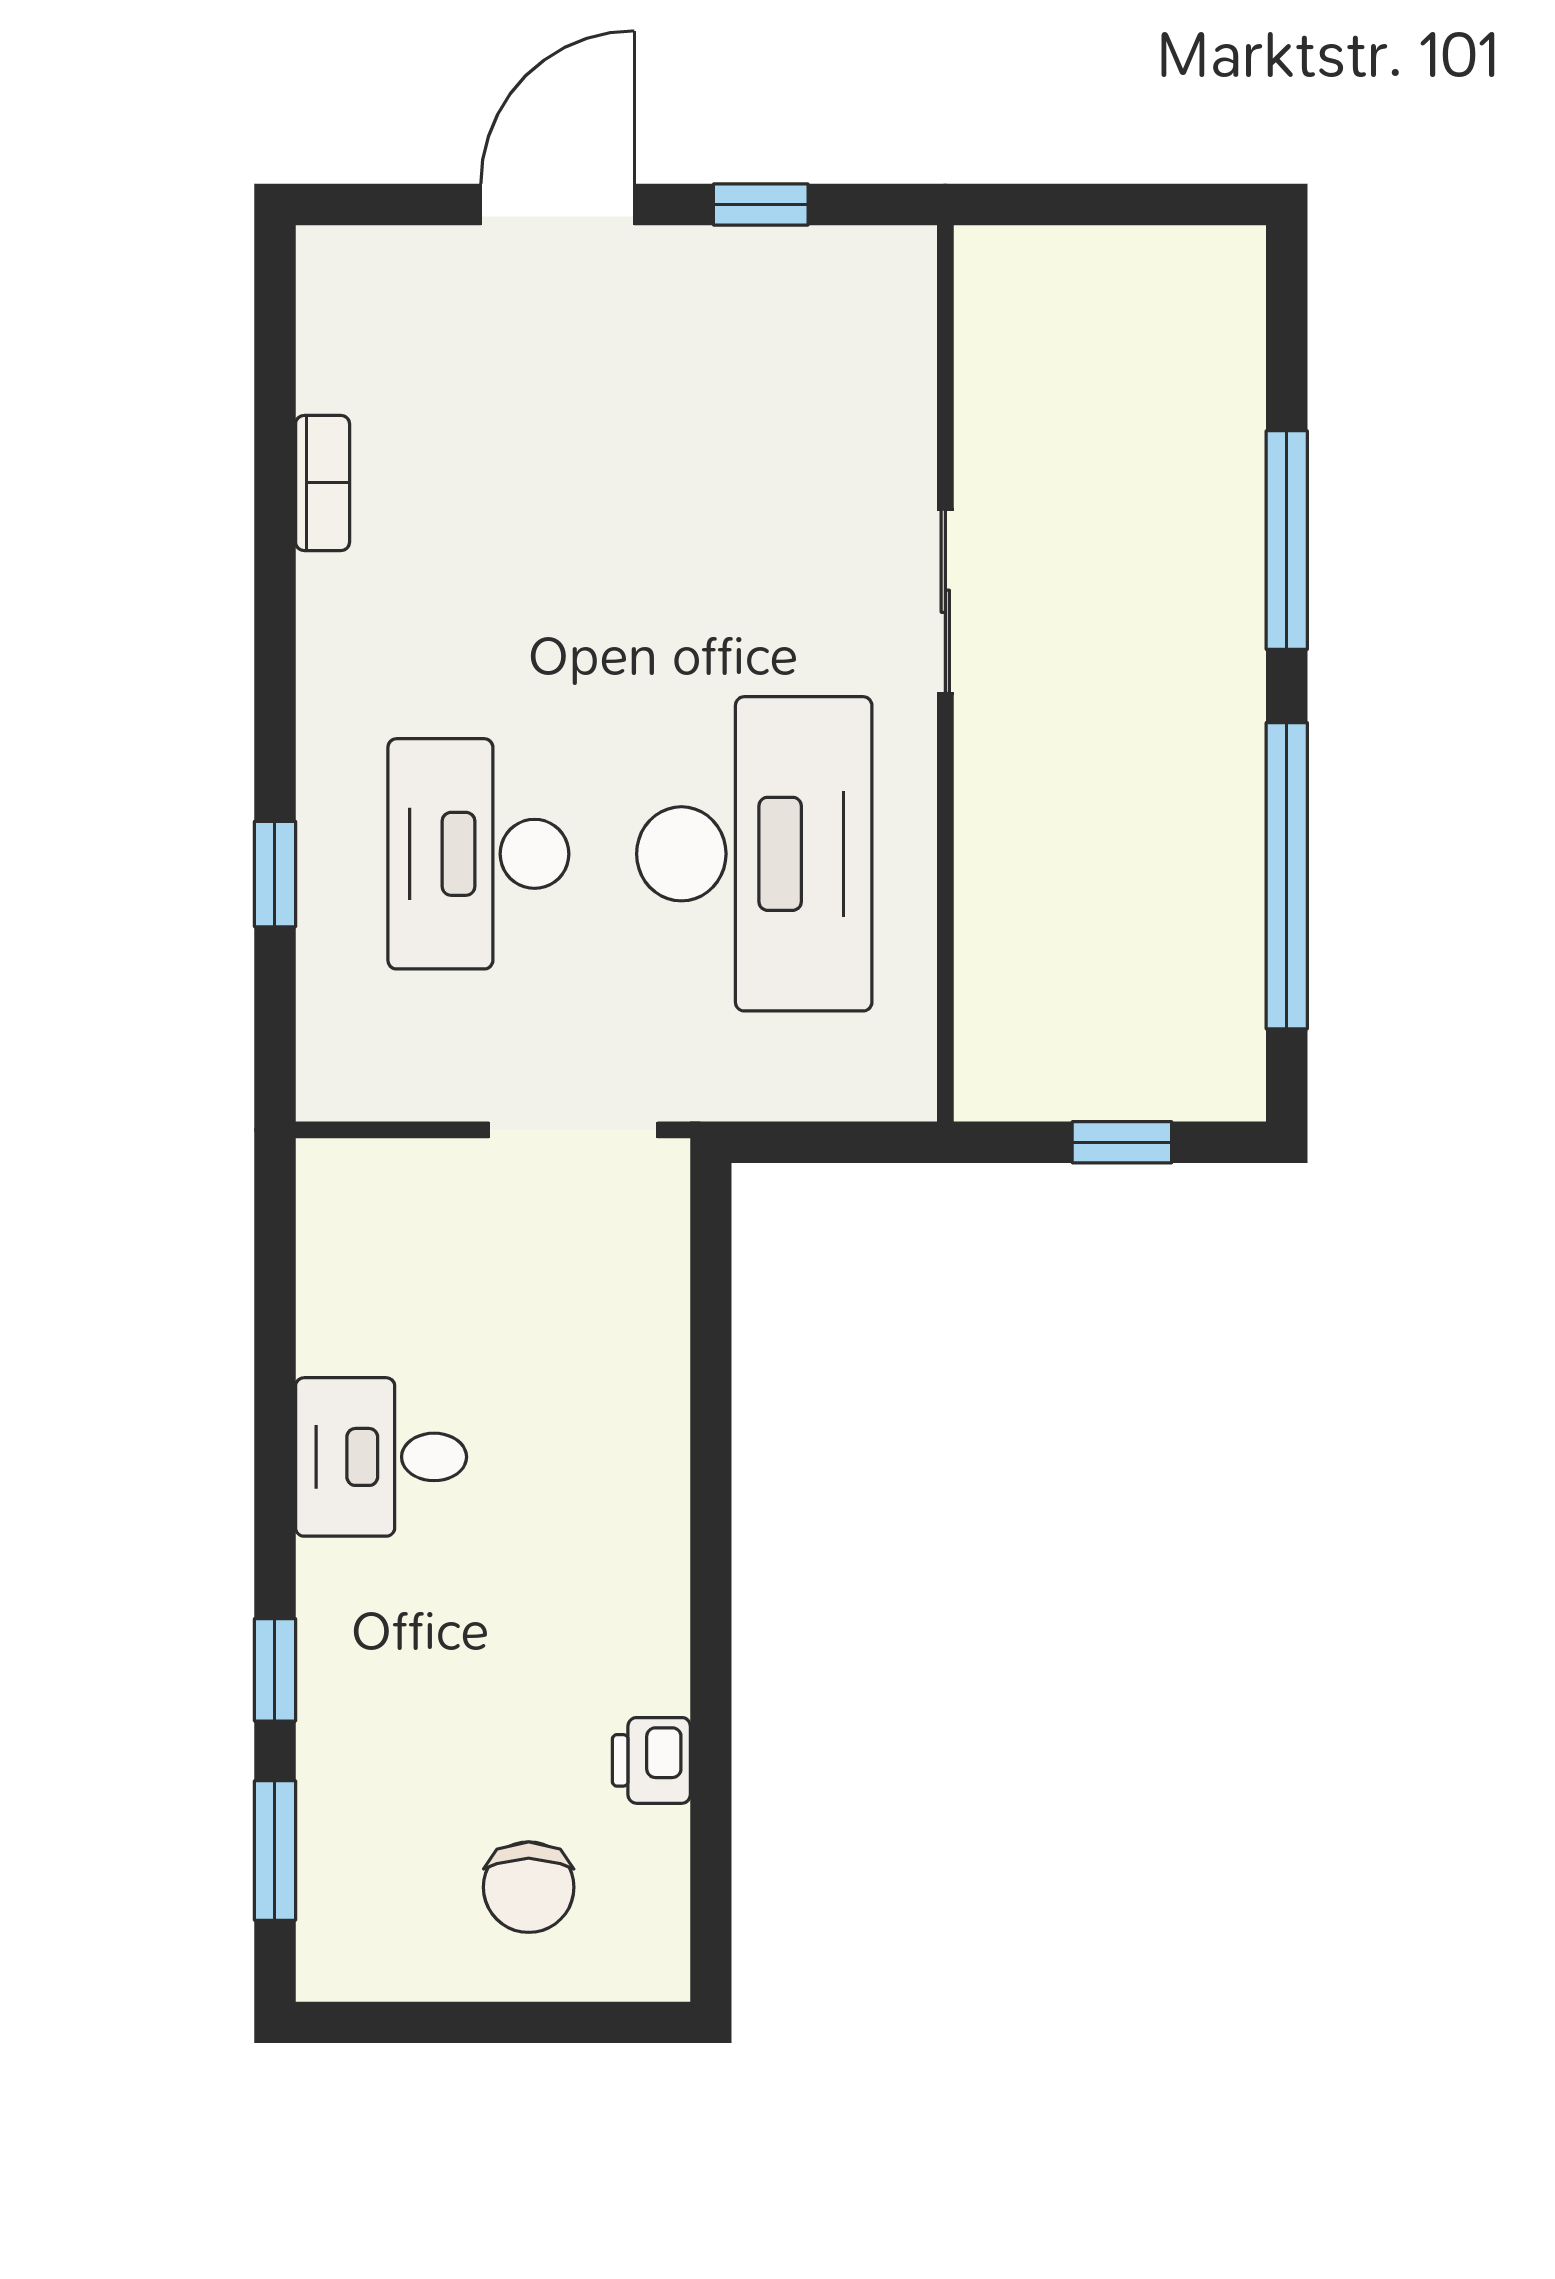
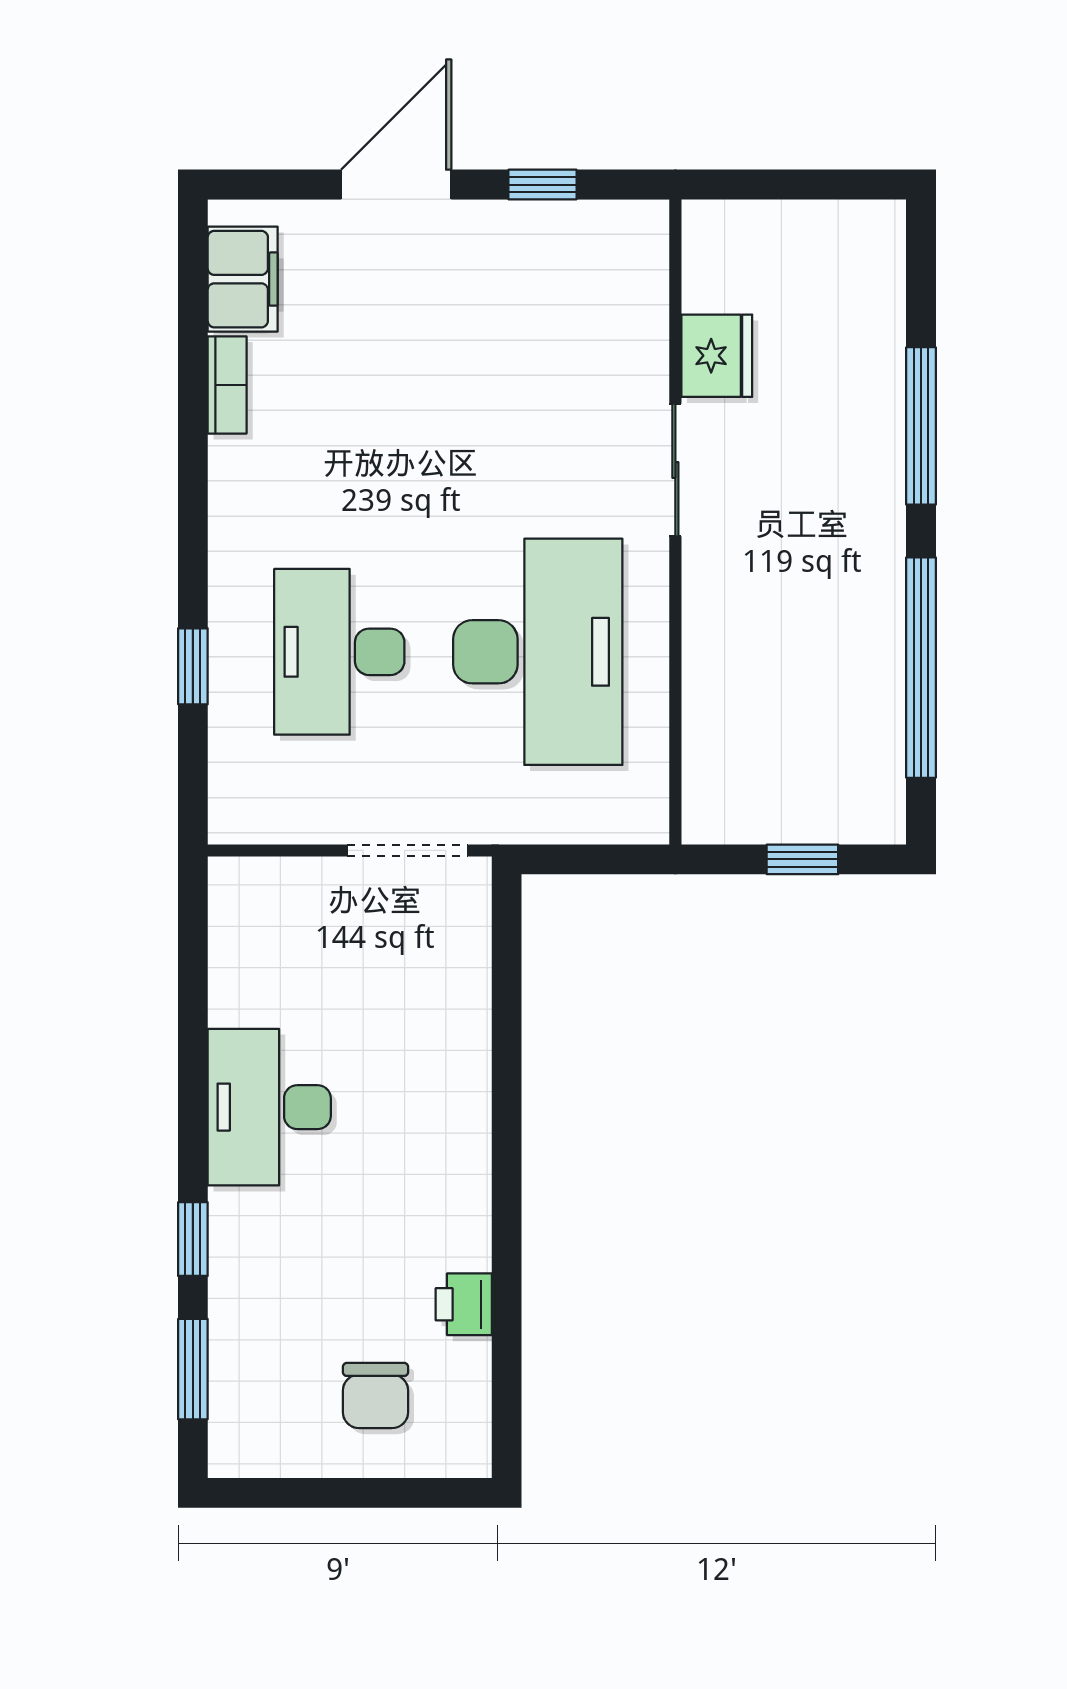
filing cabinet: (344, 336) -> (243, 279), added
fridge: (1003, 442) -> (717, 356), added
desk: (381, 1457) -> (269, 1107), width x1.37

